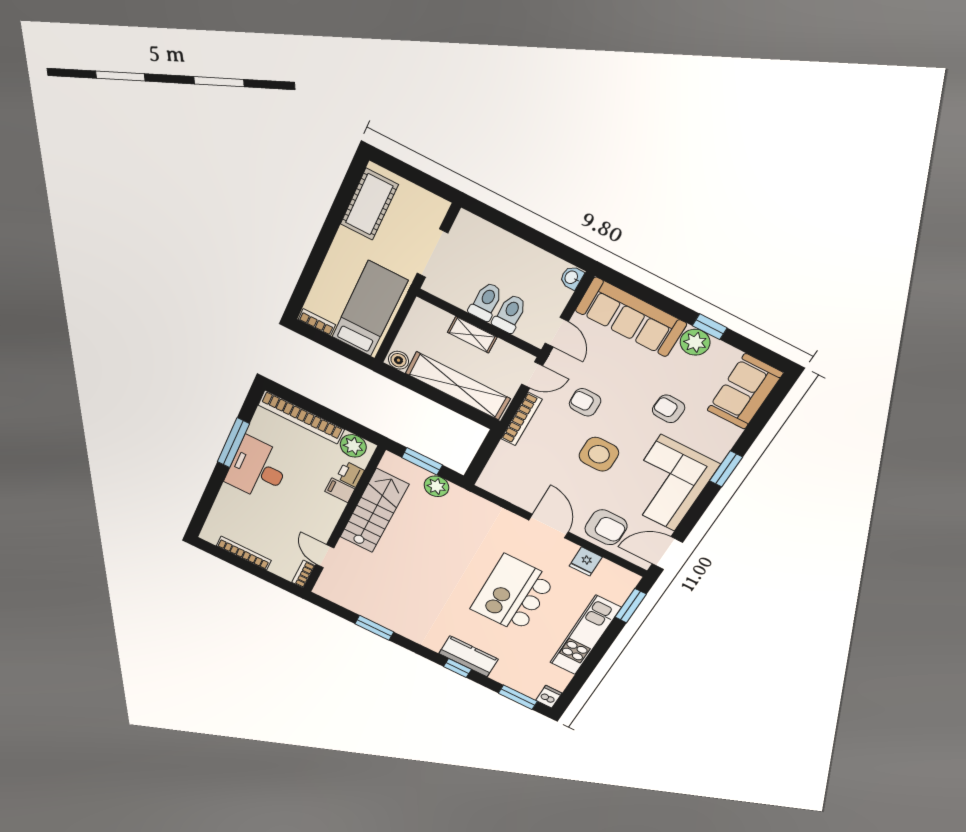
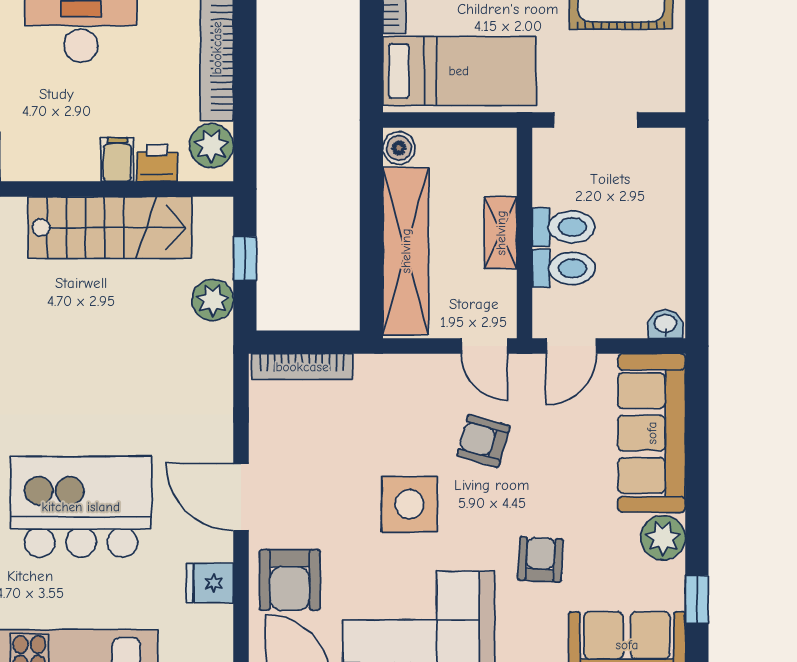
window: (710, 327) -> (697, 599), moved
armchair: (585, 402) -> (483, 441), turned -74
bookcase: (521, 419) -> (302, 367), moved
window: (422, 461) -> (245, 259), width x0.67
door: (549, 526) -> (241, 497), swing flipped

